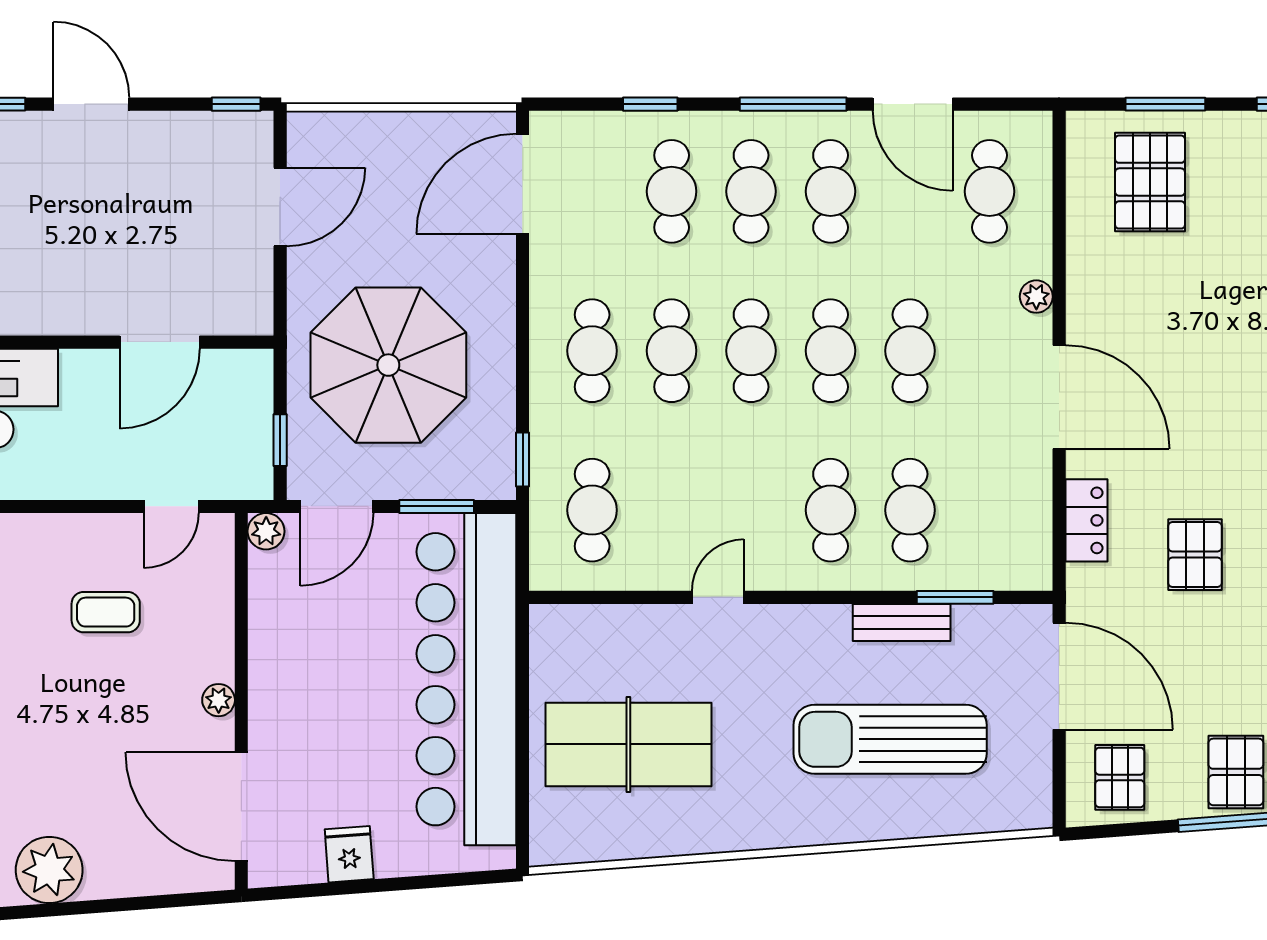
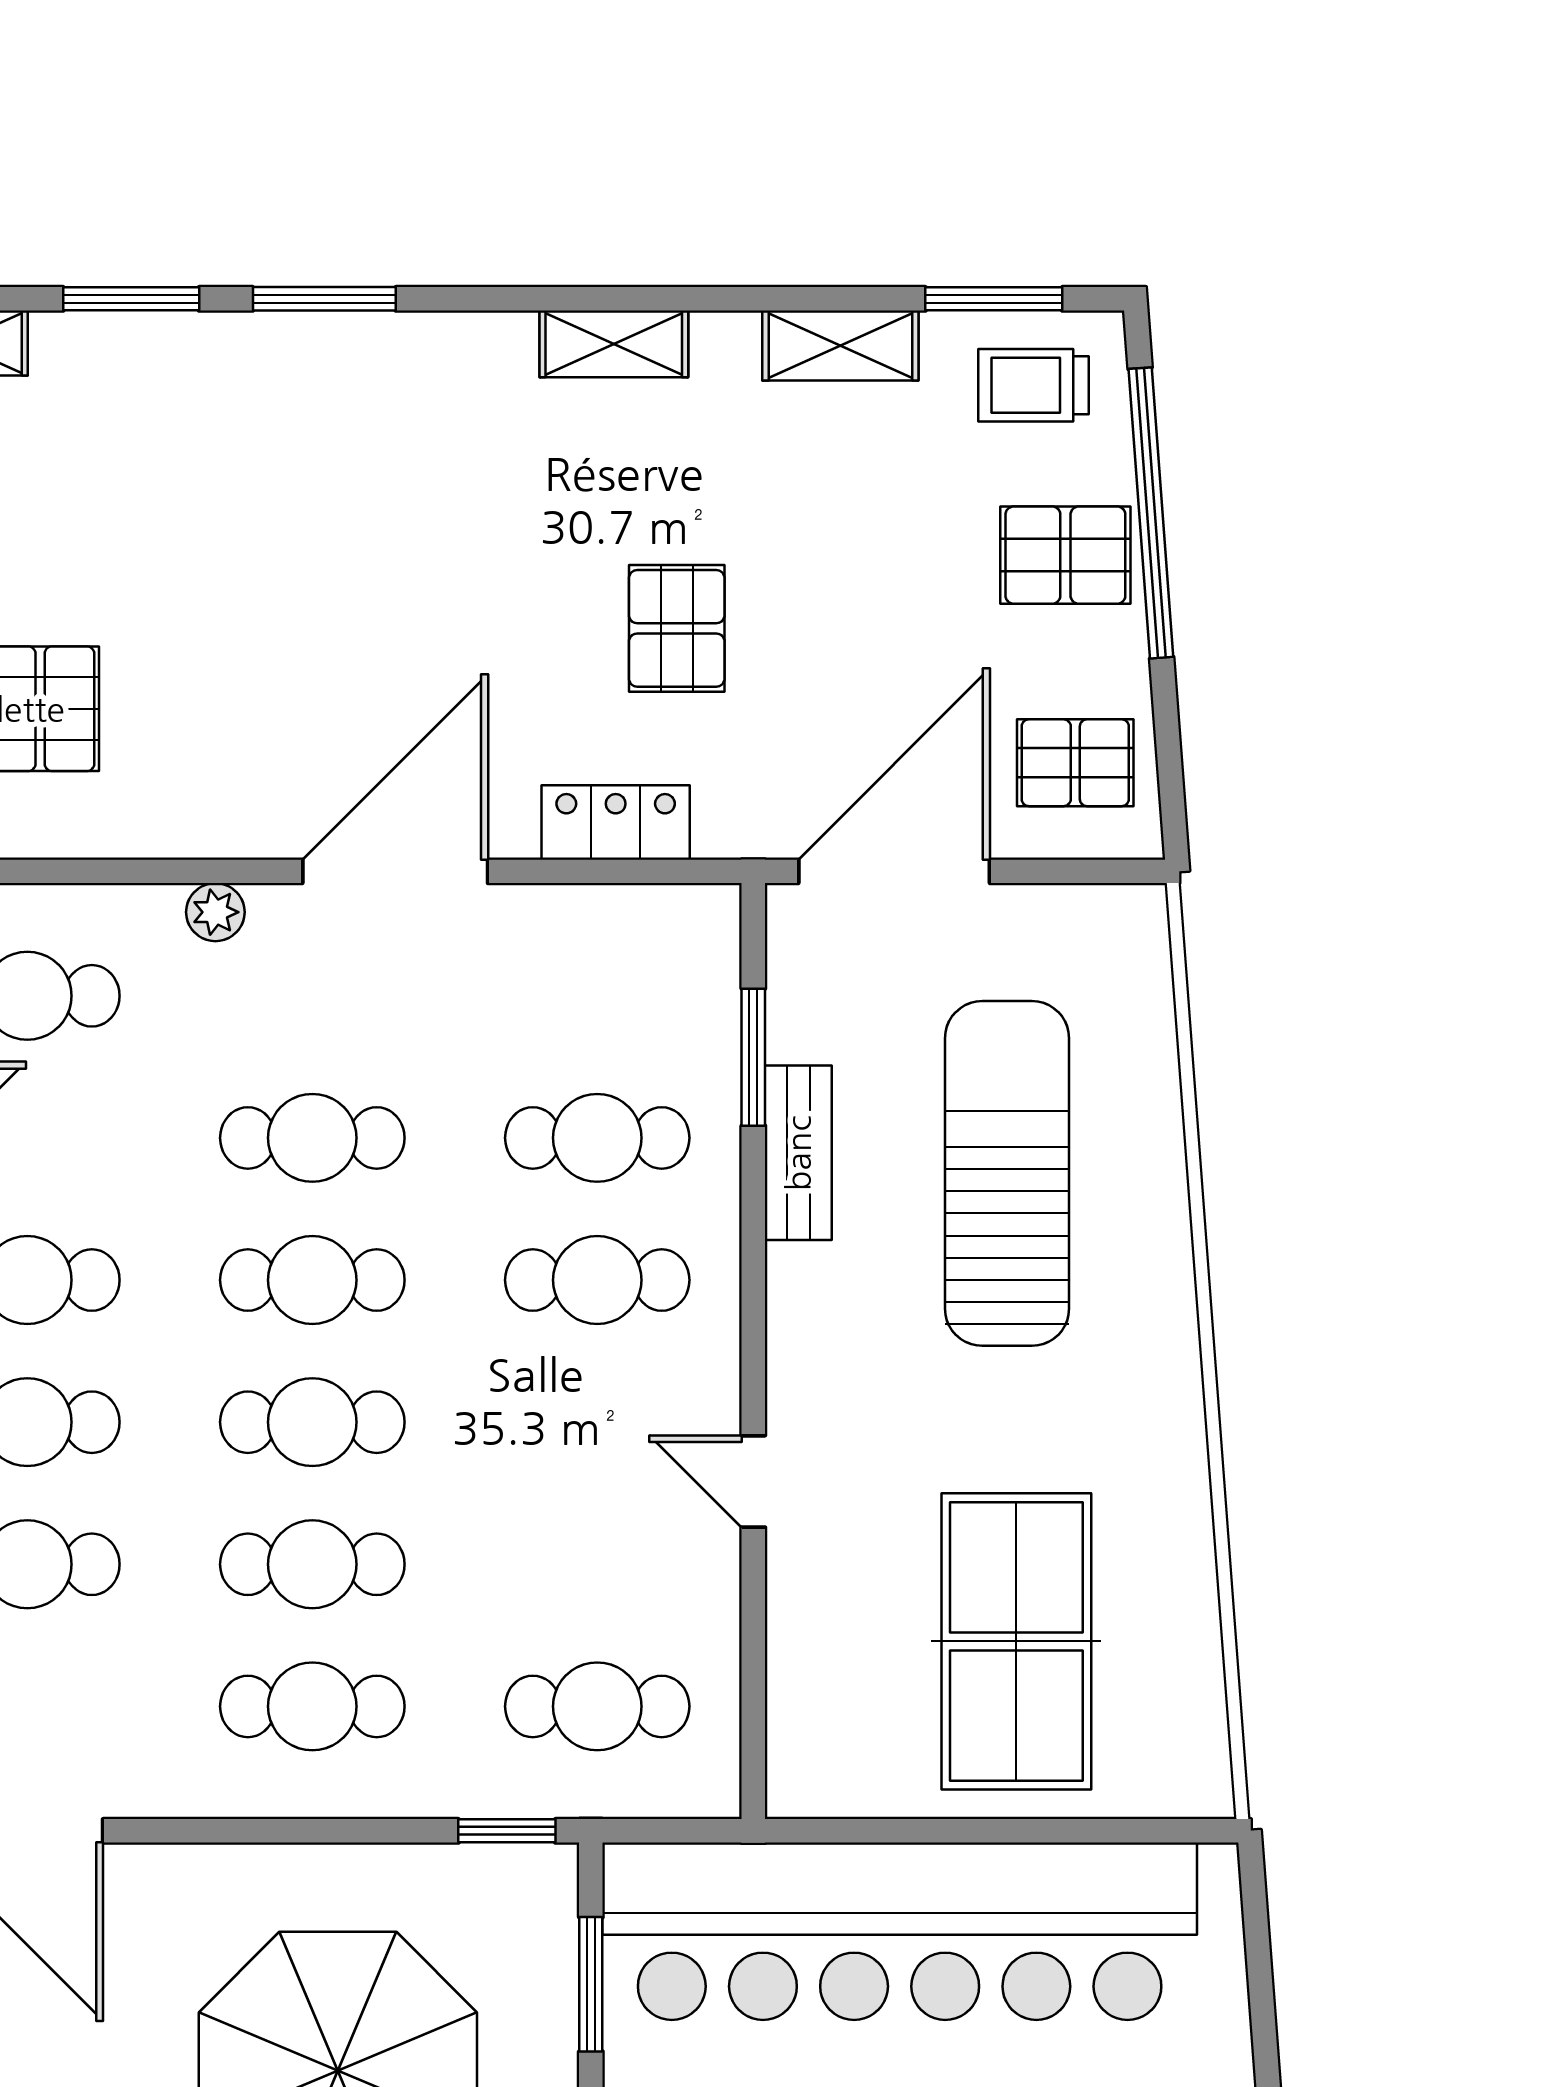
pallet: (1195, 555) -> (677, 628), turned 90
sun lounger: (890, 739) -> (1007, 1173), turned 180

